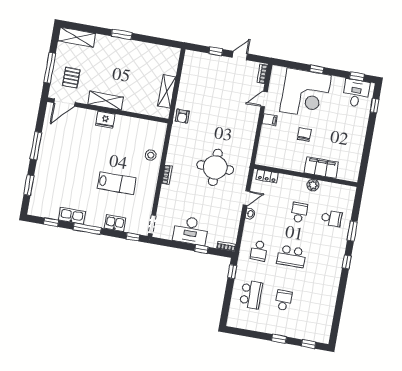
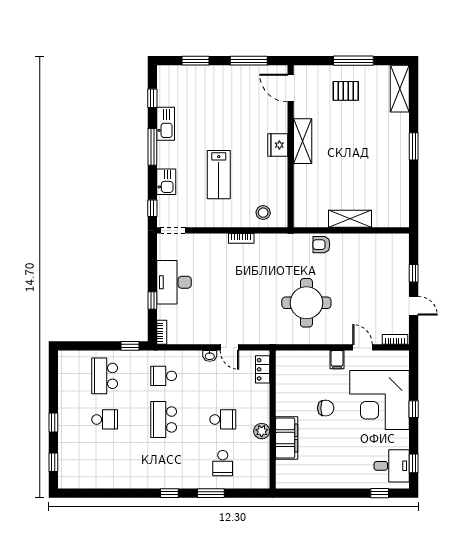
shelving: (106, 101) -> (303, 141), moved
door: (65, 103) -> (291, 88), moved
wall: (108, 110) -> (291, 146), moved
fridge: (105, 120) -> (278, 145), moved
round table: (215, 167) -> (306, 303), moved
school desk: (251, 295) -> (105, 376), turned 90

